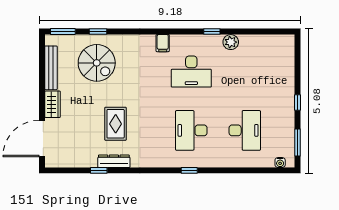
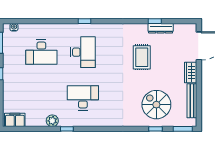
filing cabinet: (163, 43) -> (15, 120), moved, width x2.00
desk: (245, 130) -> (41, 52), turned -90
dresser: (114, 161) -> (161, 28), moved

